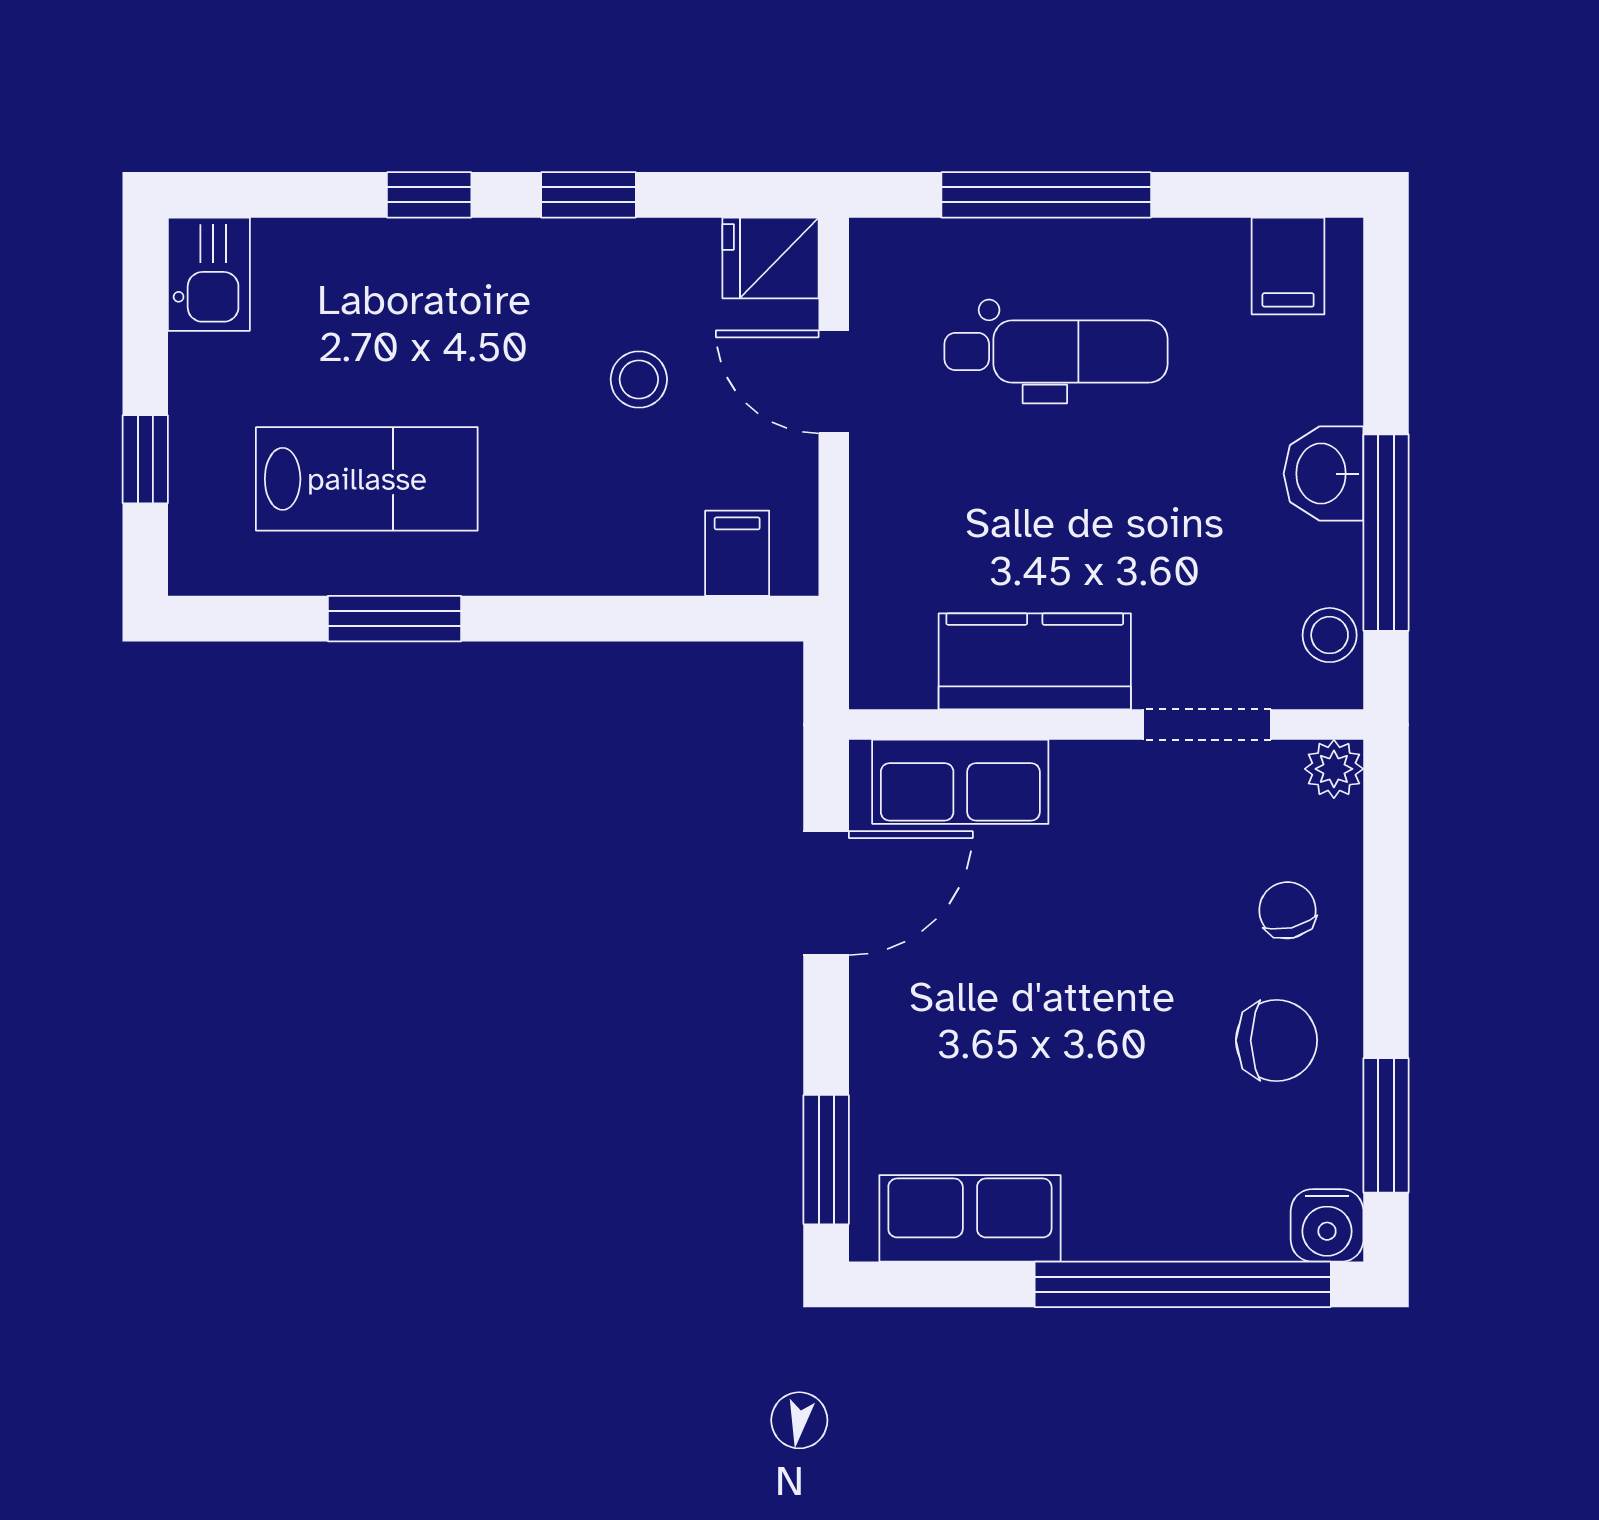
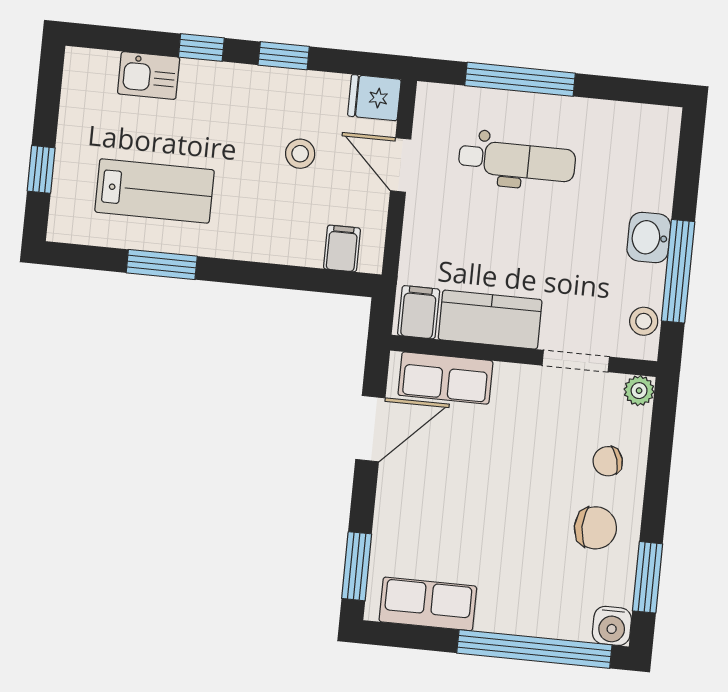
filing cabinet: (1288, 266) -> (419, 312), moved, turned 180
kitchen sink: (209, 274) -> (149, 75), moved, turned 90
chair: (1287, 910) -> (608, 461), turned -93

